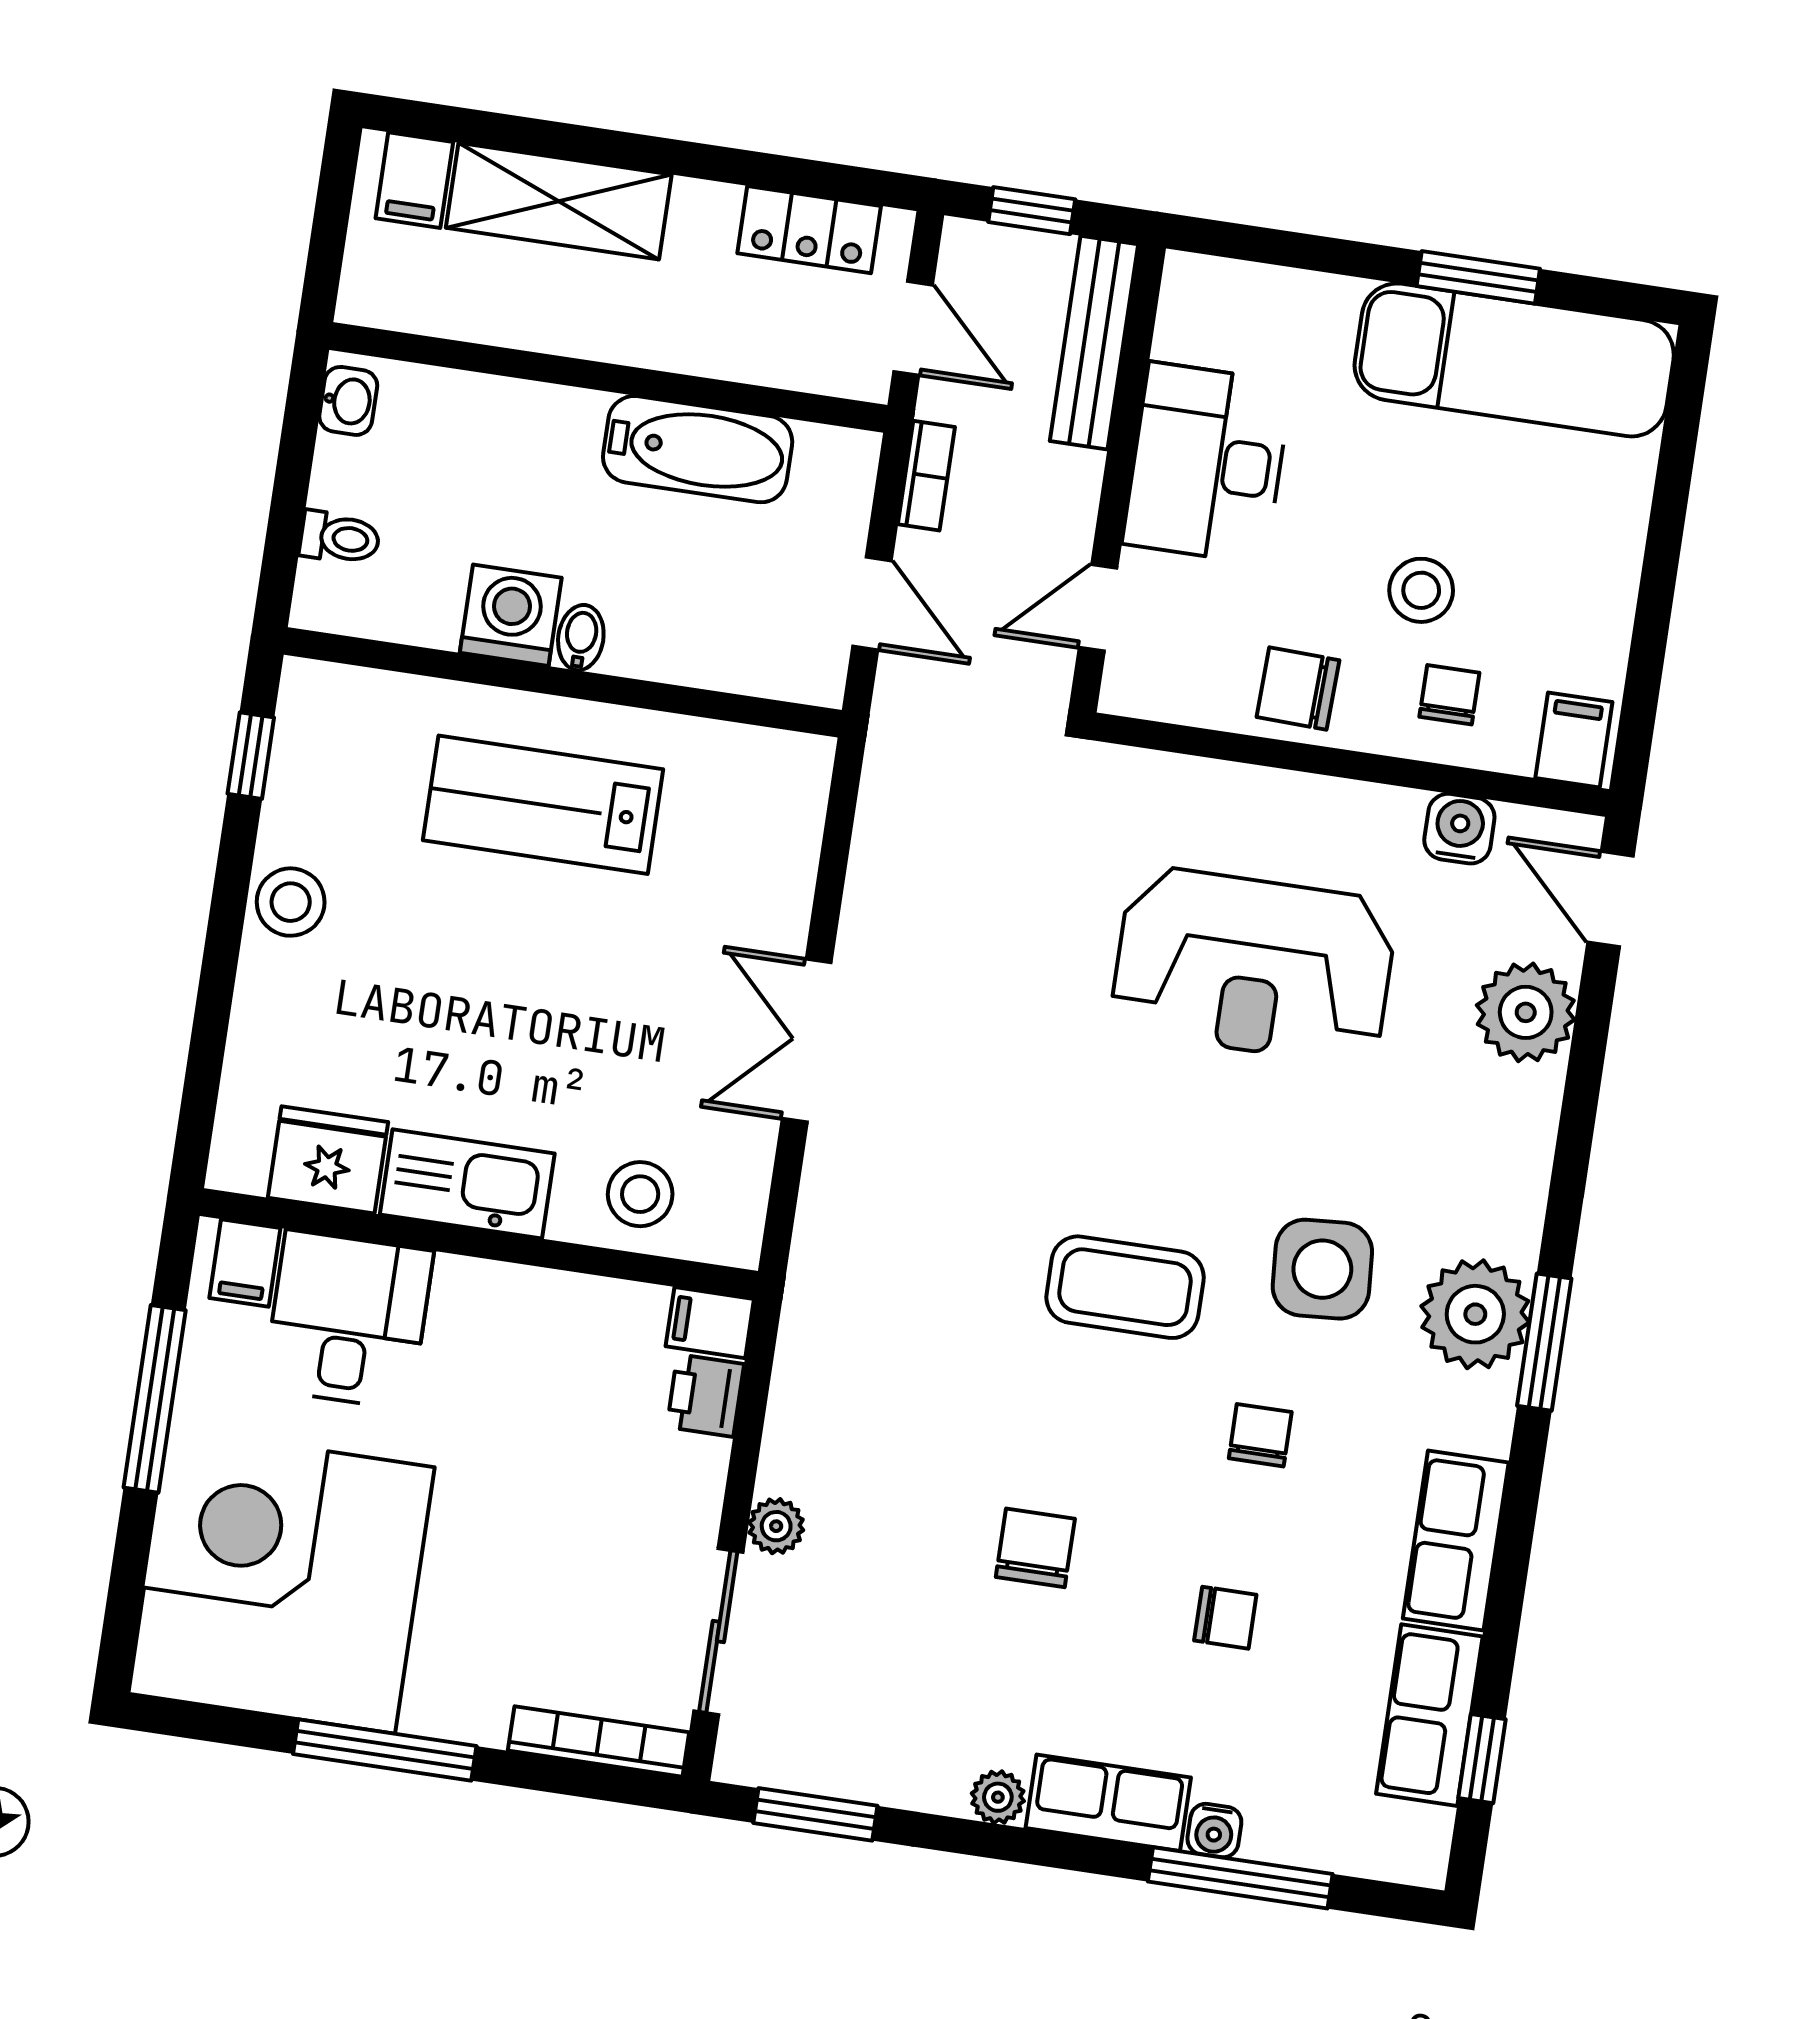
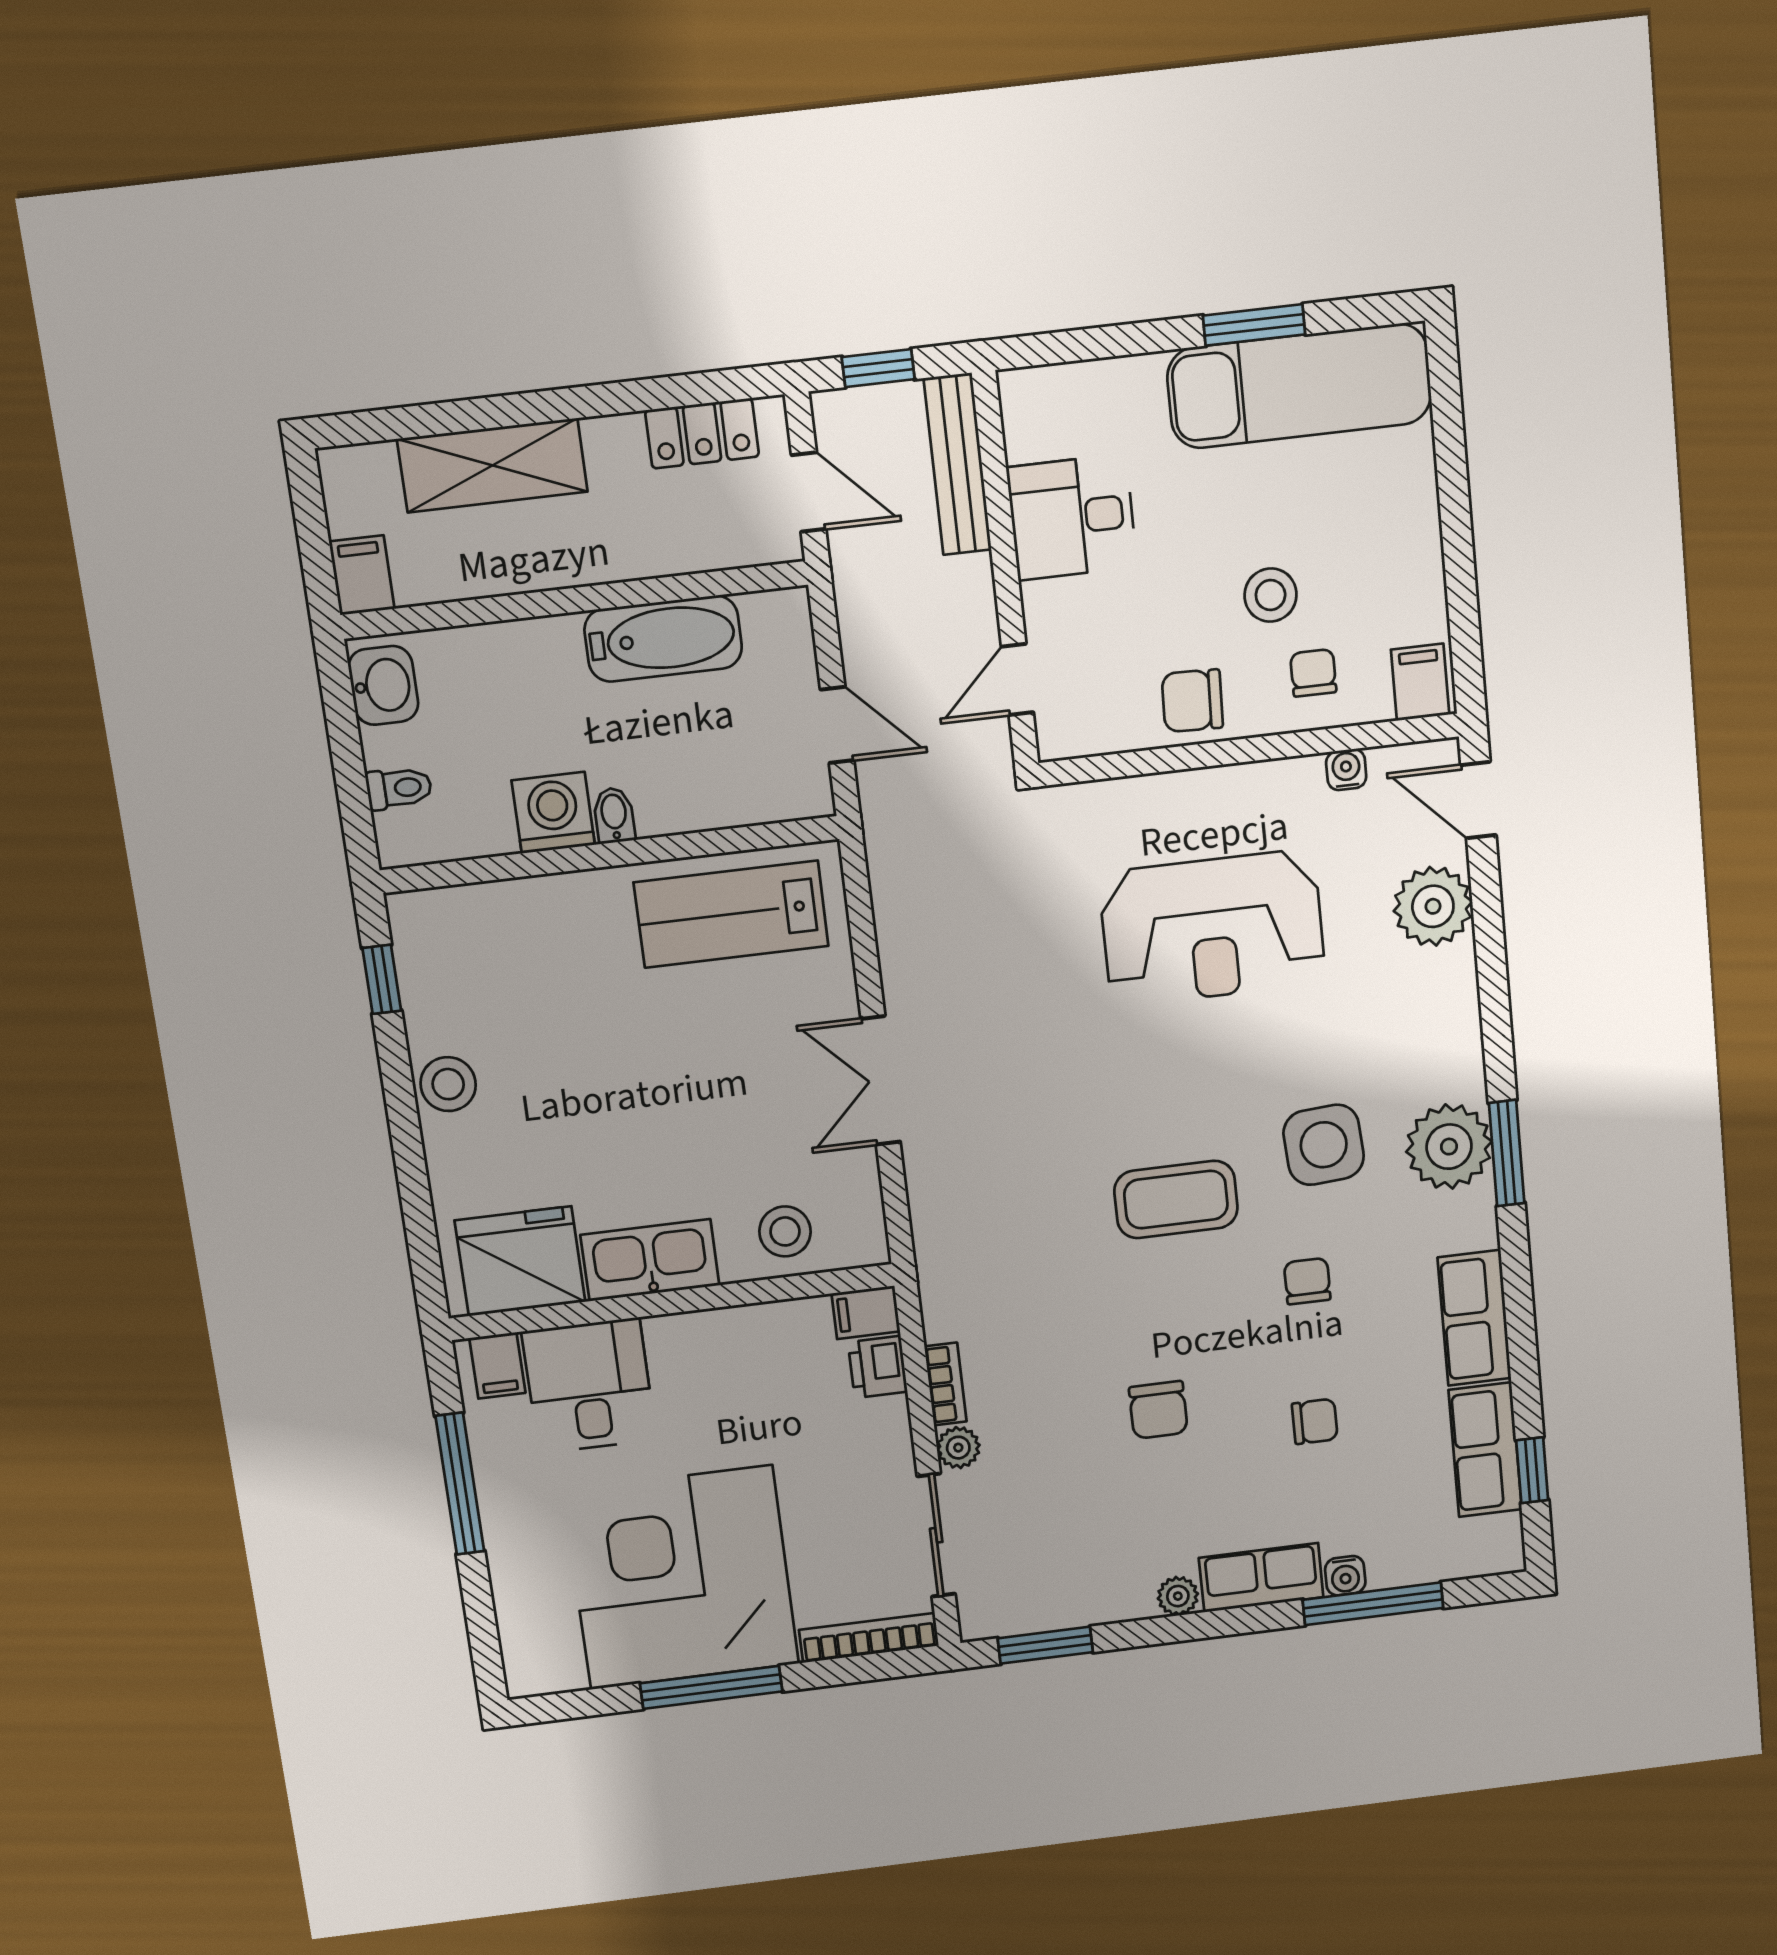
filing cabinet: (414, 180) -> (362, 575), moved, turned 180
washbasin: (348, 401) -> (383, 685), width x1.38, depth x1.45
desk: (1207, 463) -> (1072, 517), width x0.73
bookcase: (926, 476) -> (945, 1384), moved
lab bench: (543, 805) -> (731, 914), moved
water cooler: (1459, 829) -> (1346, 770), width x0.72, depth x0.72
fridge: (328, 1160) -> (520, 1261), width x1.36, depth x1.34
chair: (1035, 1548) -> (1158, 1410), turned 180
corner desk: (281, 1581) -> (681, 1578), moved

